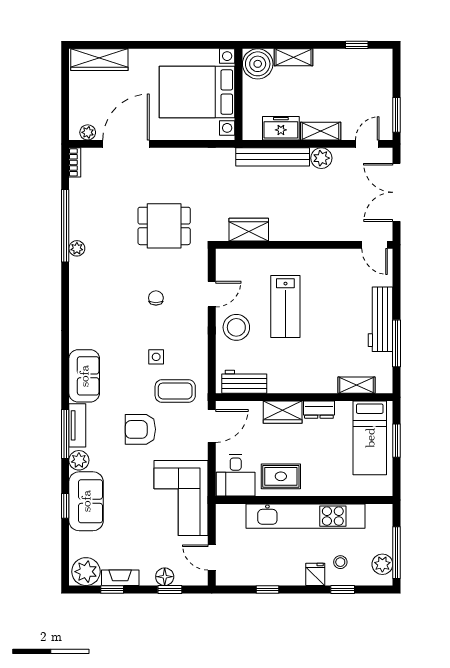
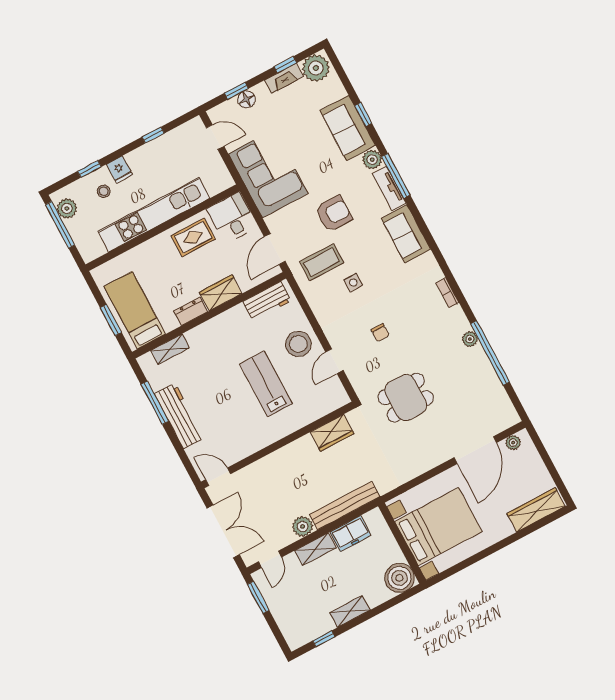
shelving: (293, 57) -> (350, 611), moved
bookcase: (75, 162) -> (447, 293), moved

